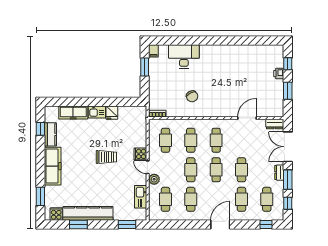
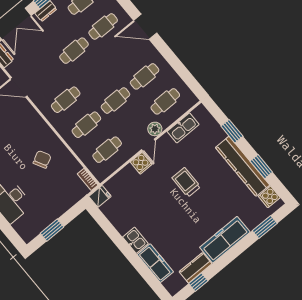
filing cabinet: (153, 51) -> (29, 235), removed
fridge: (112, 113) -> (100, 196), moved
trolley: (106, 157) -> (186, 182), moved
cafe table: (216, 170) -> (95, 76), removed
window: (127, 224) -> (232, 131), moved

